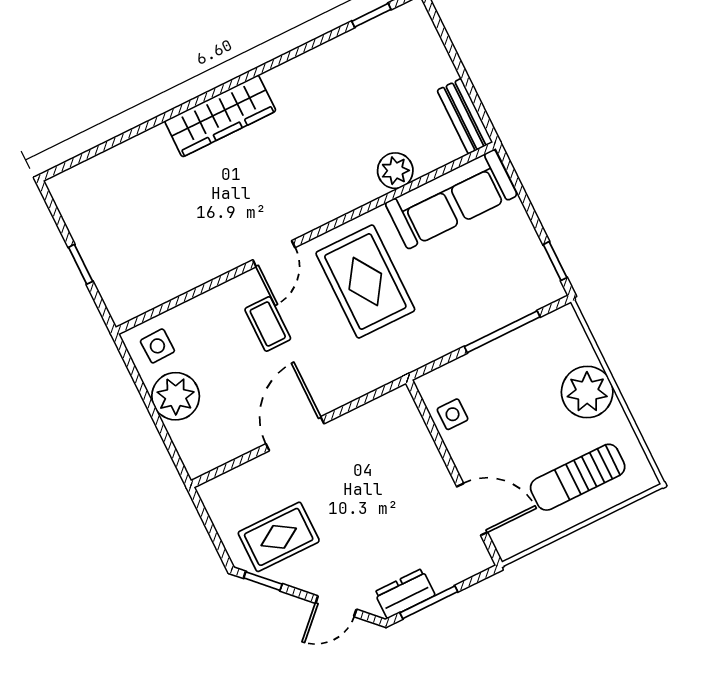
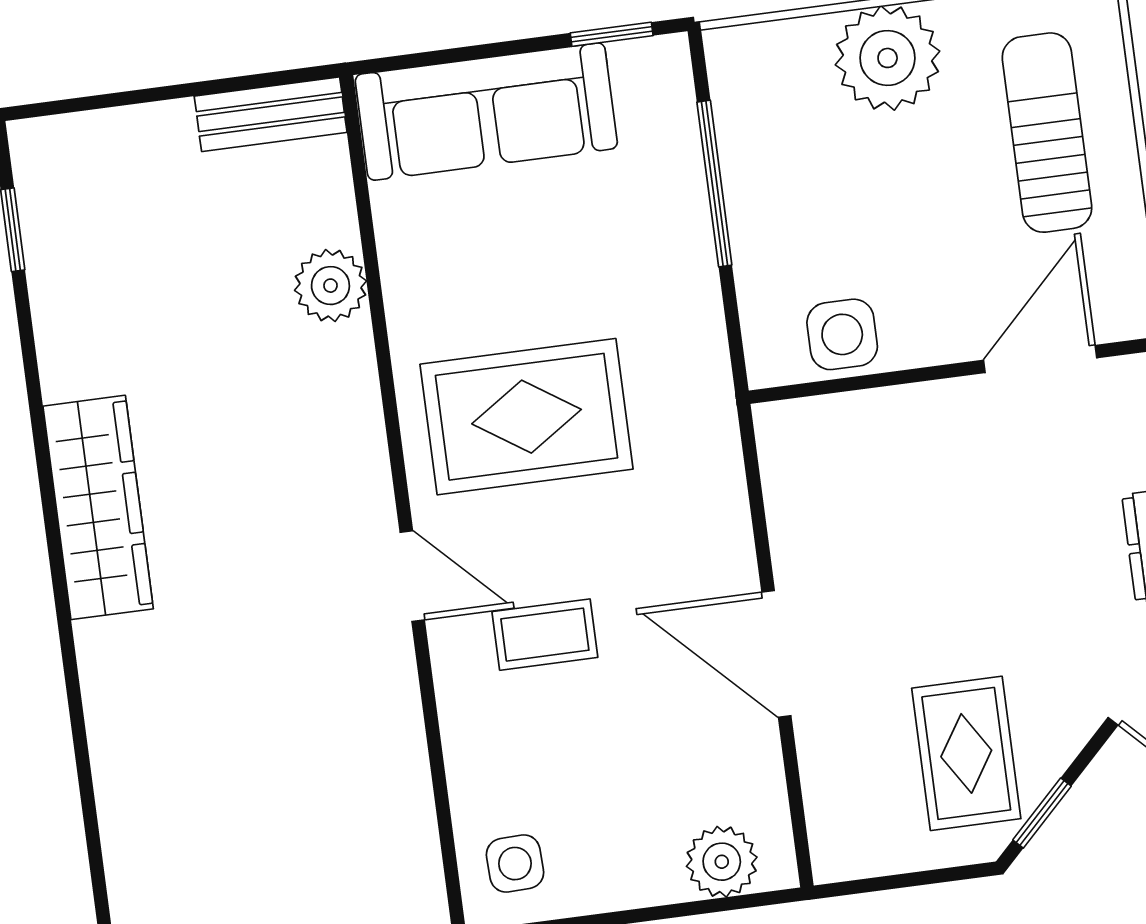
wardrobe: (220, 116) -> (98, 507), moved
sofa: (451, 199) -> (486, 112), moved, turned 90
plant: (176, 396) -> (722, 862), moved, width x0.73, depth x0.73
side table: (453, 414) -> (842, 334), width x1.37, depth x1.37
sun lounger: (578, 477) -> (1047, 133), turned 180

